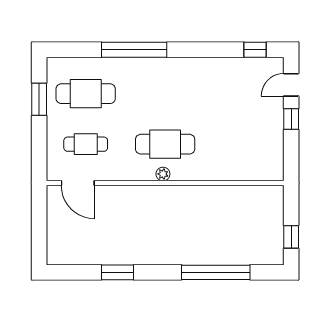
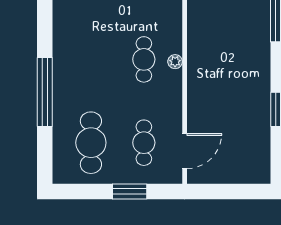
window: (39, 99) -> (130, 192), moved
cafe table: (165, 144) -> (144, 59), width x0.73, depth x0.74

